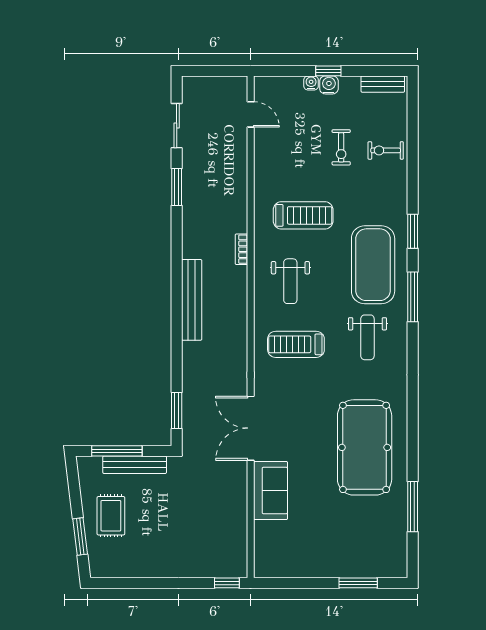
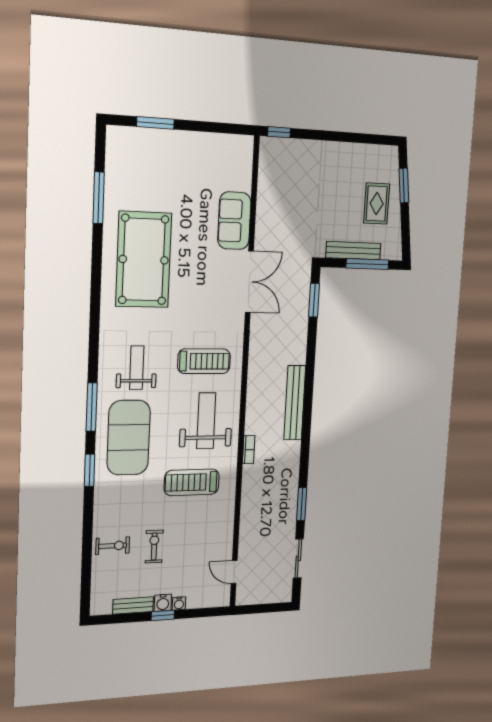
bench: (383, 84) -> (133, 606), moved
weight bench: (290, 281) -> (206, 421), width x1.36, depth x1.33

